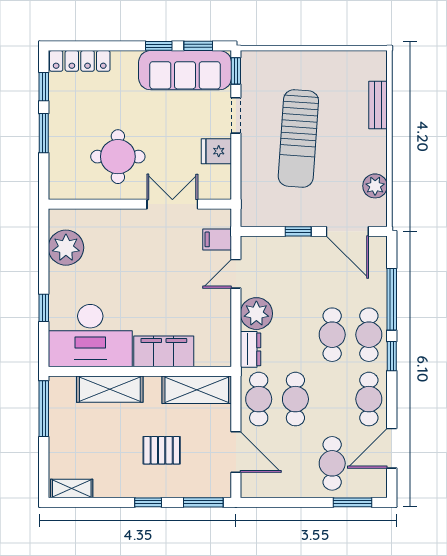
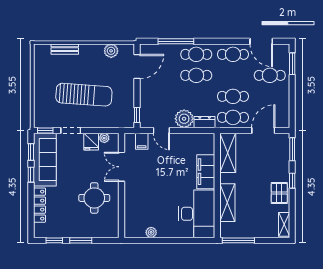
locker: (80, 61) -> (40, 205), moved
plant: (223, 174) -> (104, 138), added
window: (298, 231) -> (137, 115), moved
plant: (66, 248) -> (151, 232), width x0.53, depth x0.53
window: (44, 308) -> (181, 240), removed
window: (392, 356) -> (208, 41), removed
pallet: (162, 450) -> (279, 193), moved

